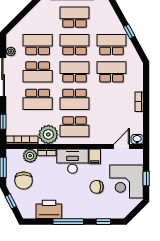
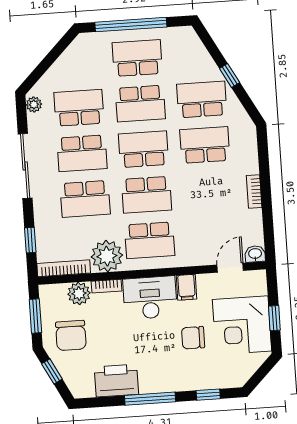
school desk: (75, 45) -> (140, 104), turned 180
plant: (11, 52) -> (34, 104), moved

